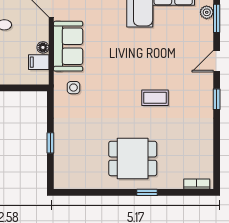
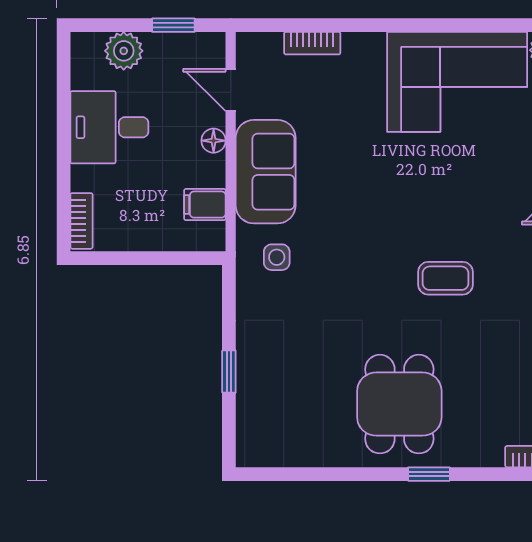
floor lamp: (43, 47) -> (214, 141), moved
dining table: (133, 159) -> (399, 404), turned 90

